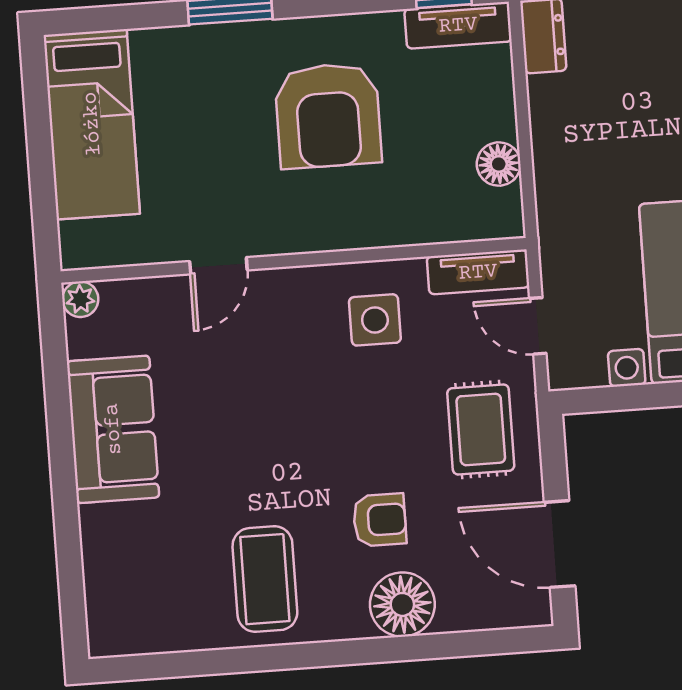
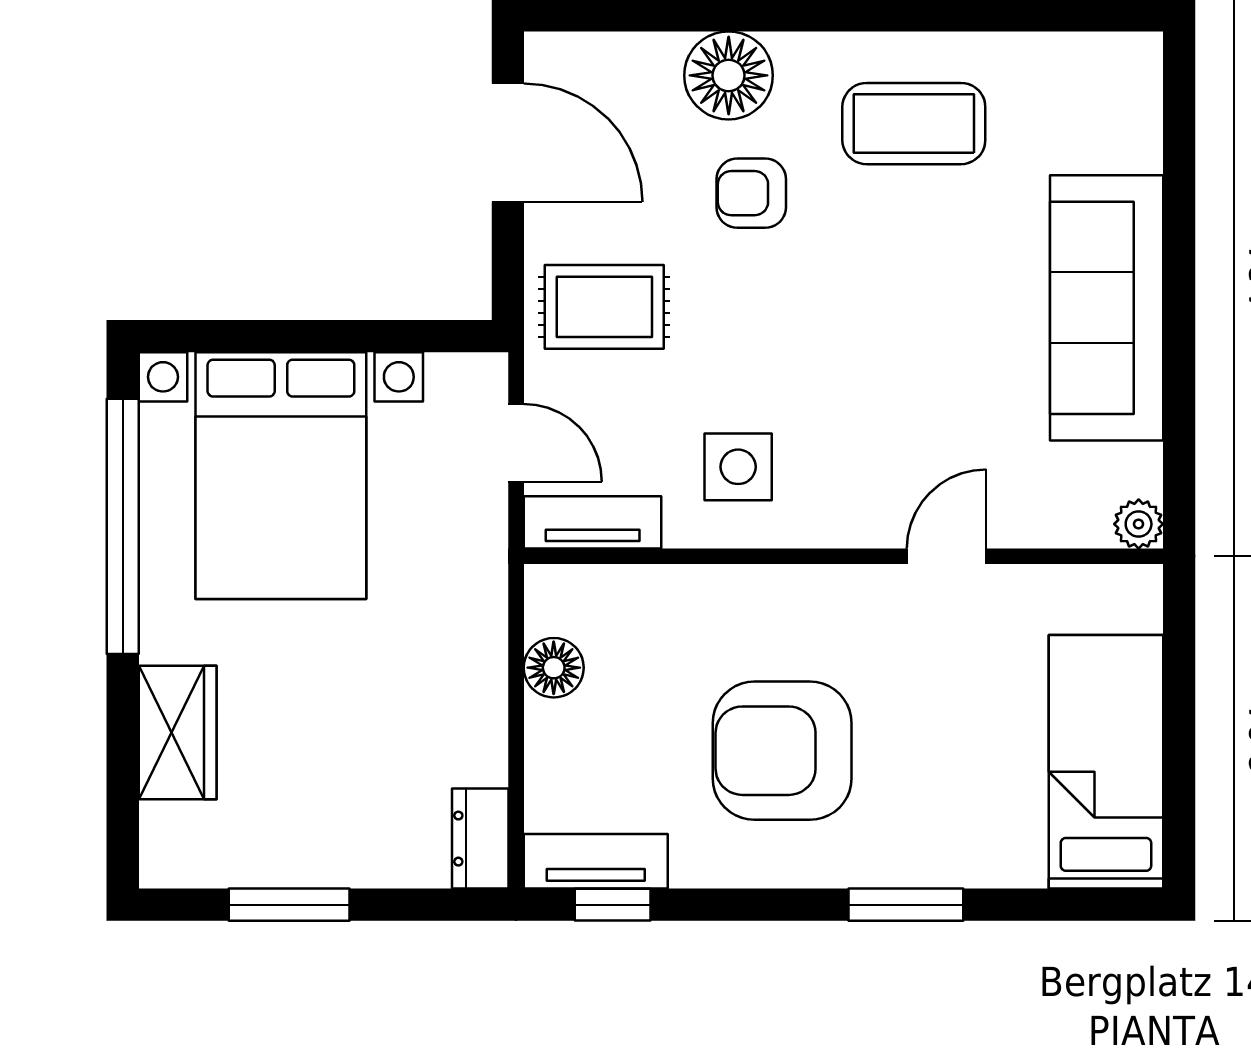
armchair: (328, 115) -> (782, 751), turned -90
sofa: (113, 429) -> (1107, 308), width x1.36
rug: (481, 429) -> (604, 307), turned 90
coffee table: (265, 579) -> (914, 124), turned 90

